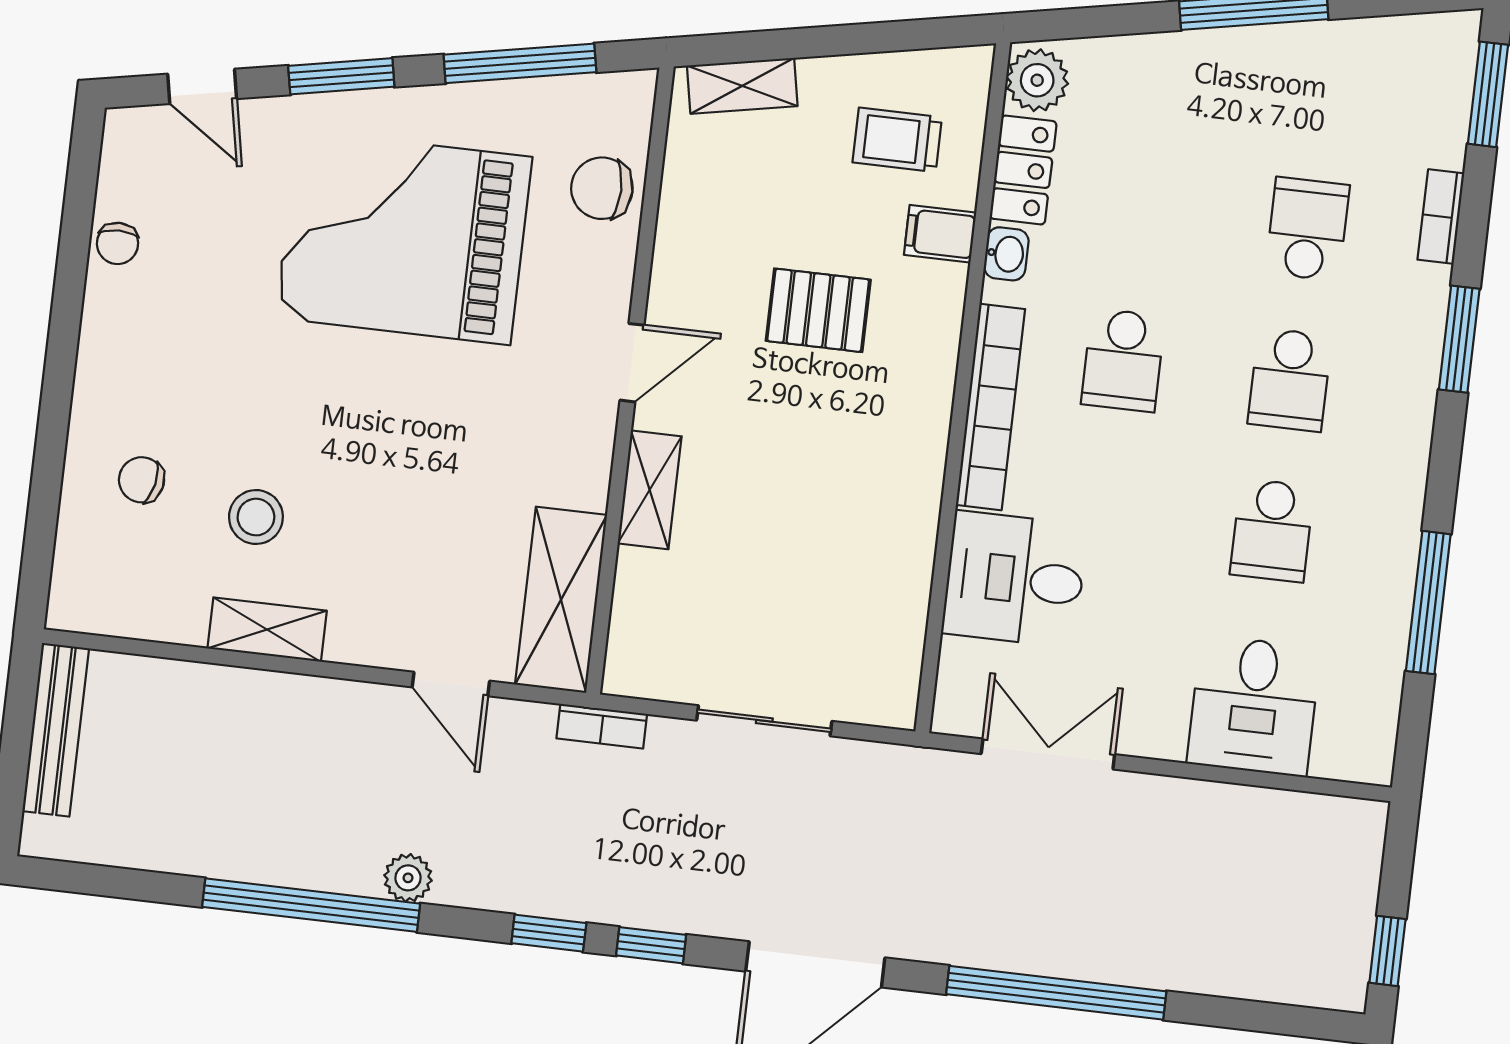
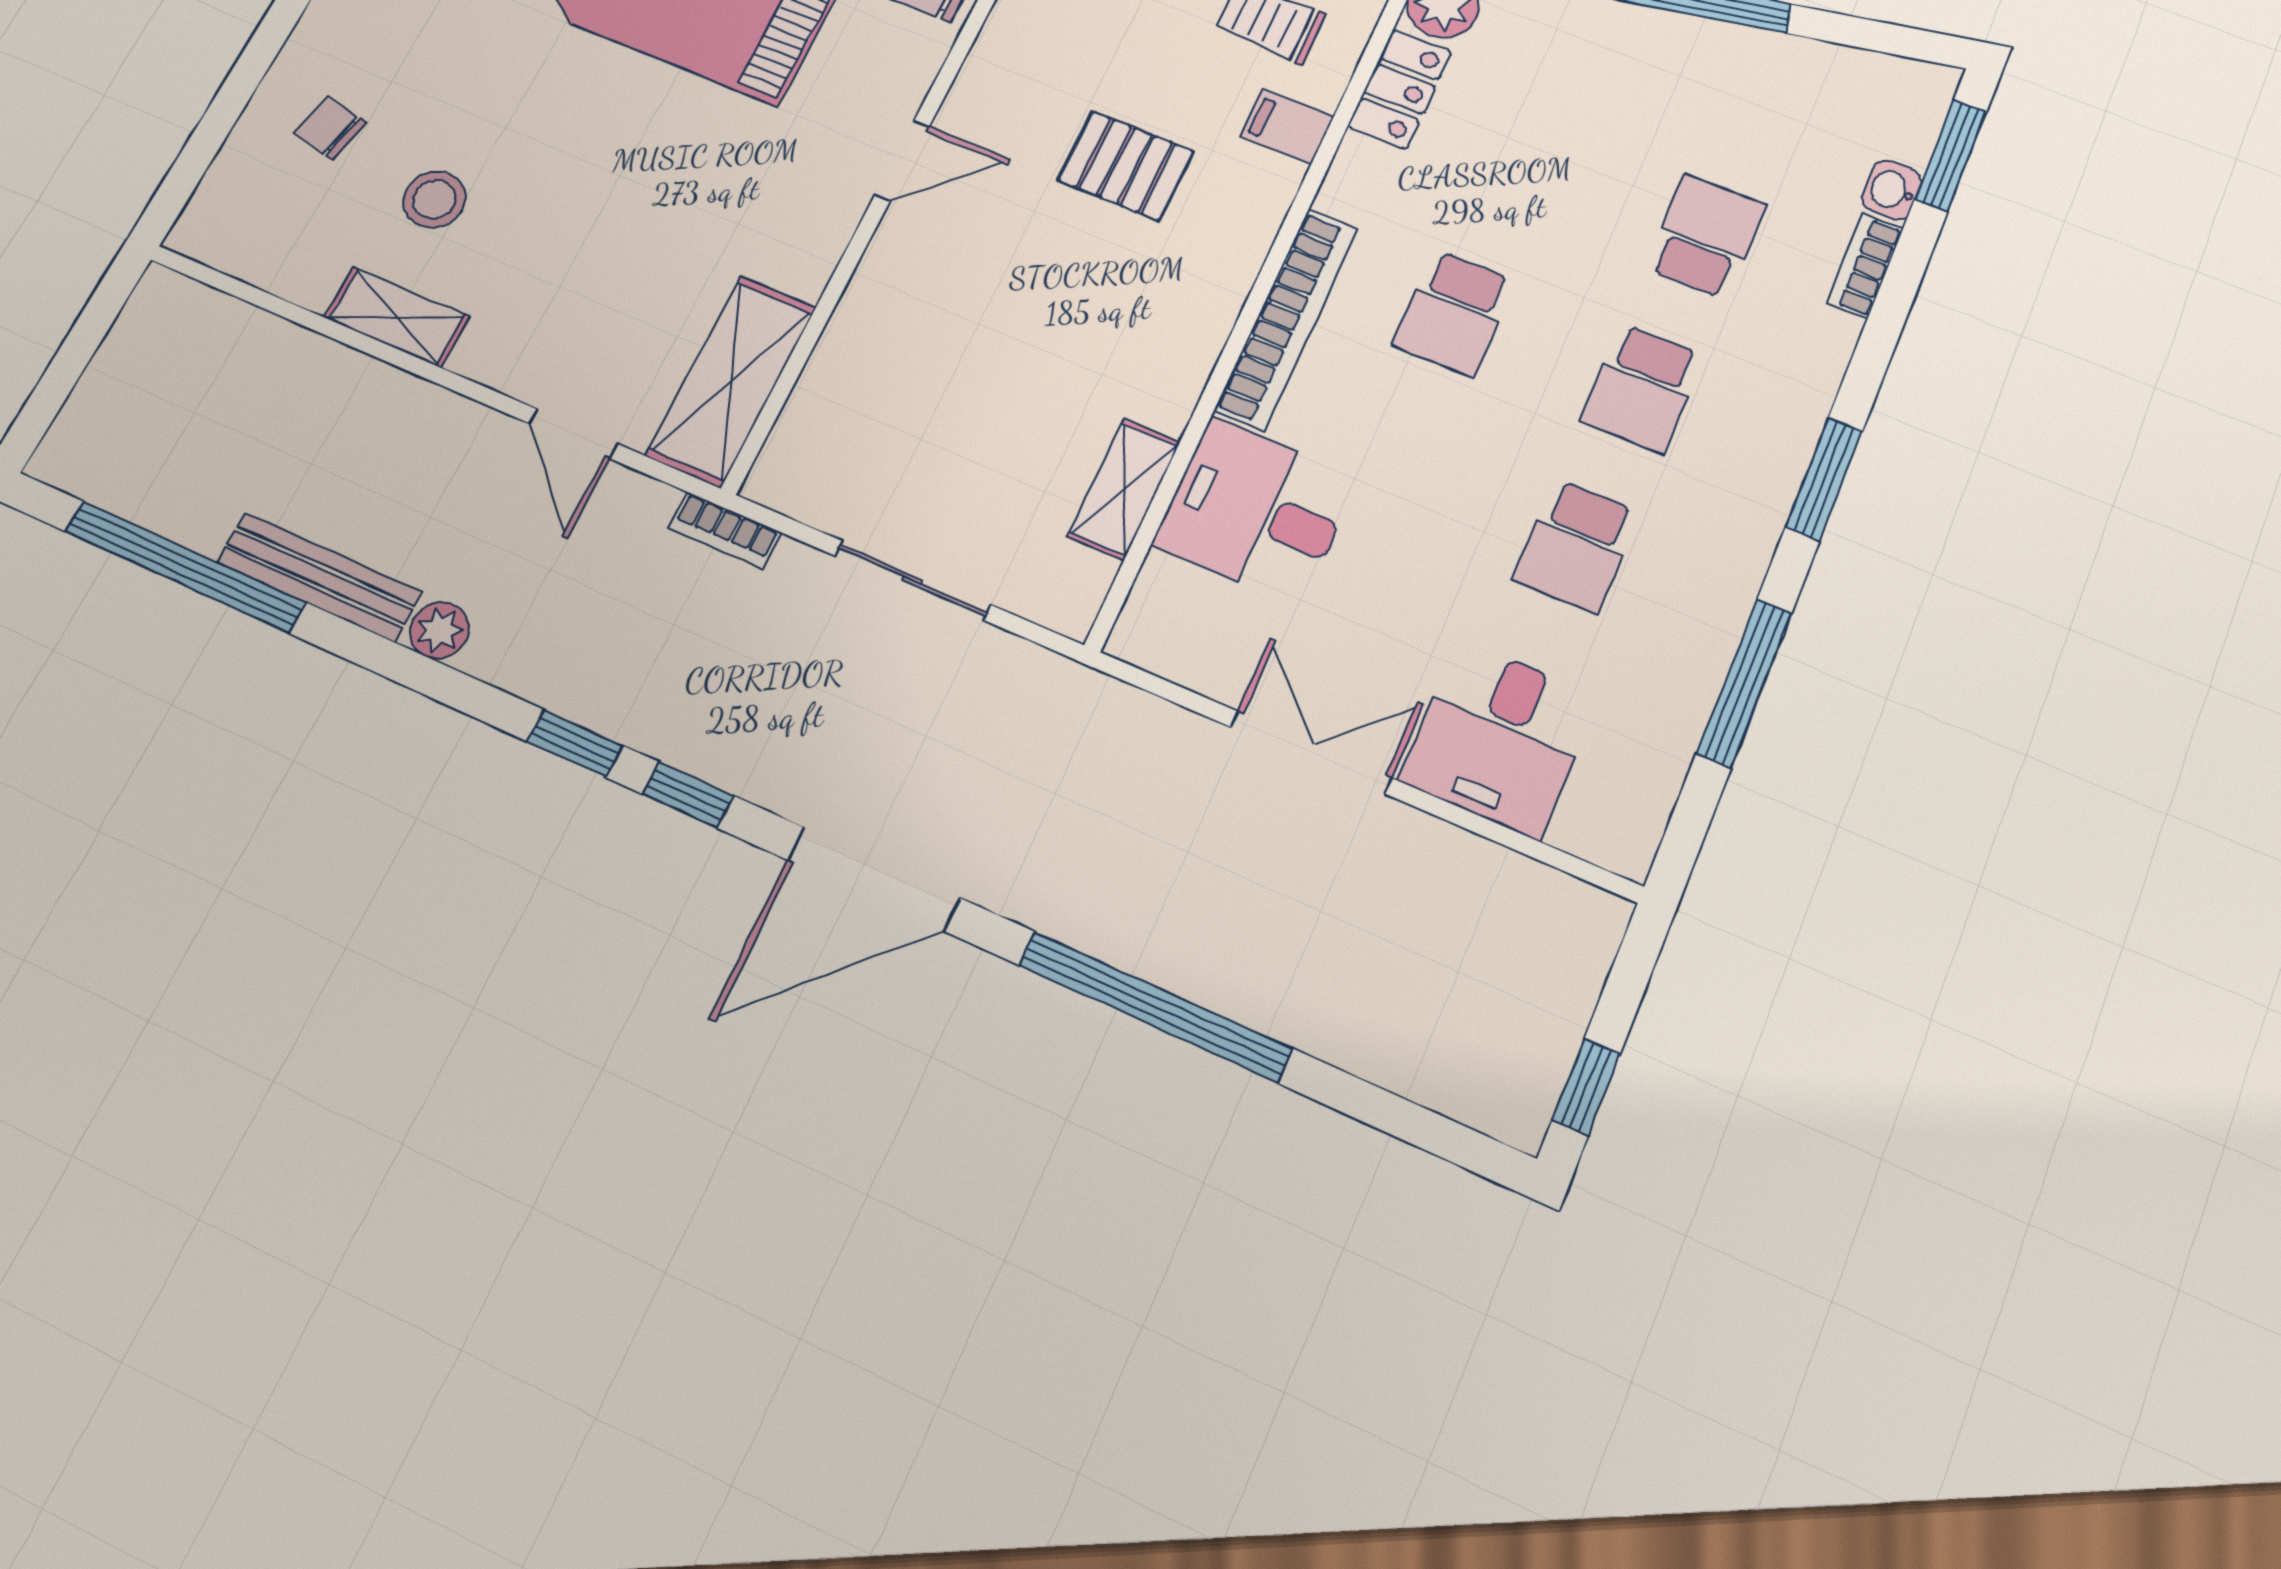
washbasin: (1006, 254) -> (1892, 190), moved, turned 180
window: (1459, 339) -> (1824, 479), moved
shelving: (650, 490) -> (1124, 489), moved
bench: (56, 730) -> (319, 577), moved, turned 90
double door: (1048, 754) -> (1311, 752), moved
window: (311, 905) -> (185, 567), moved

